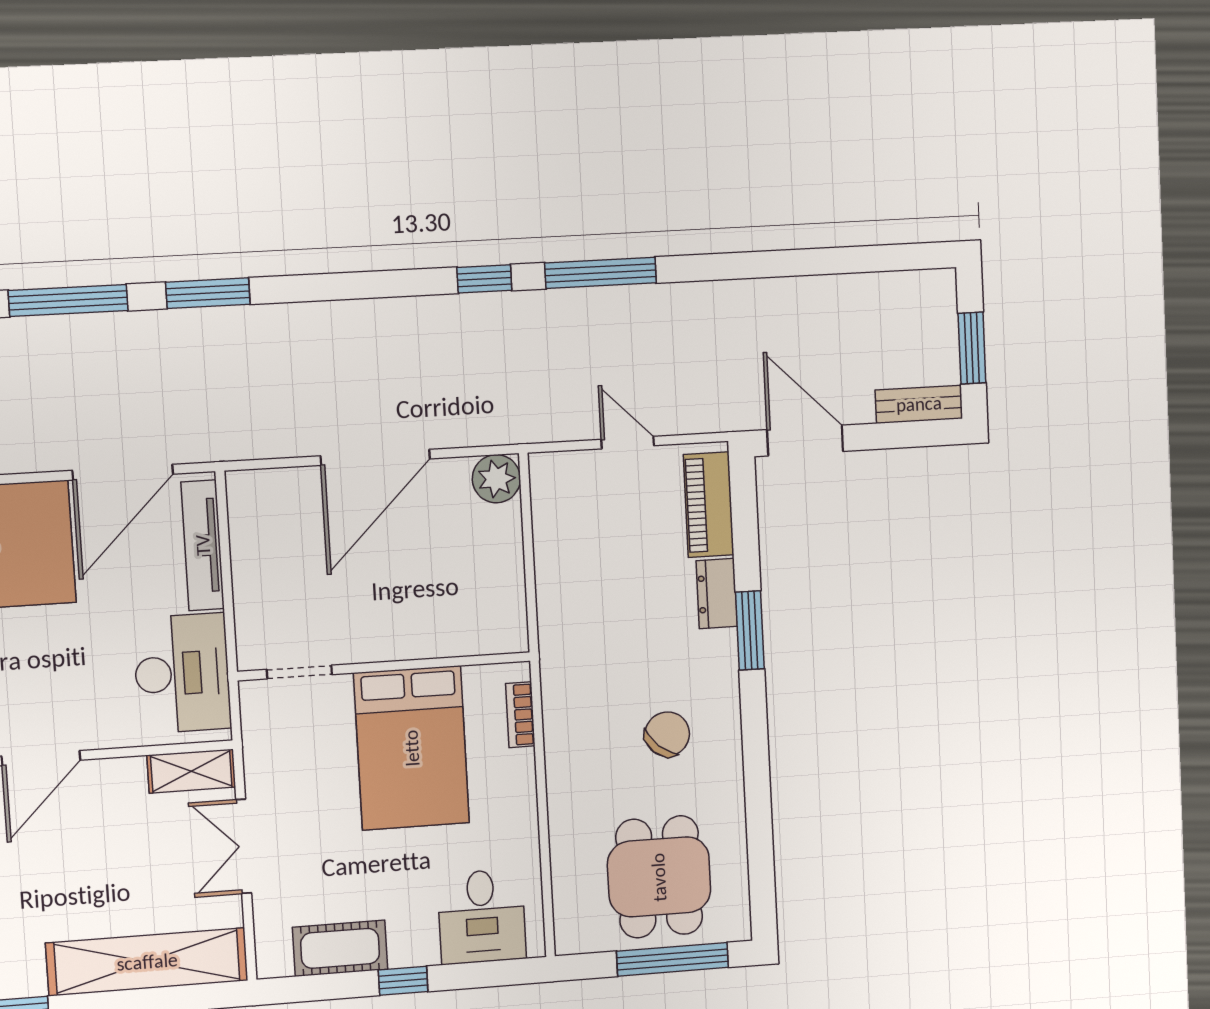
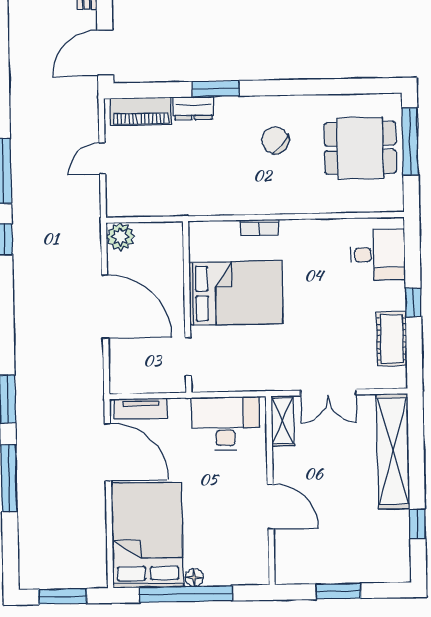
tv unit: (203, 545) -> (141, 409), width x0.71
wall: (384, 666) -> (187, 307), moved
doorway: (299, 672) -> (188, 357), moved
bed: (412, 748) -> (236, 293), moved

